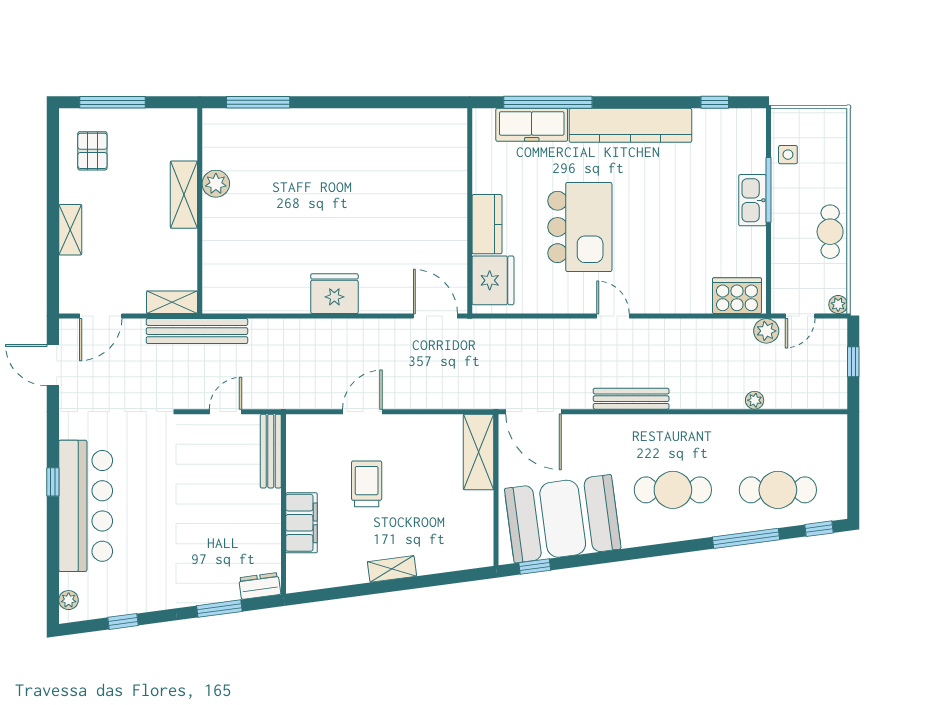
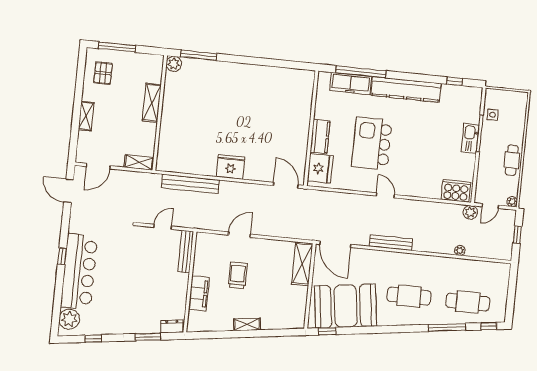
plant: (216, 184) -> (174, 64), moved
kitchen island: (580, 227) -> (372, 143), turned 180
bench: (197, 331) -> (190, 184), moved
plant: (69, 600) -> (69, 319), width x1.88, depth x1.88

